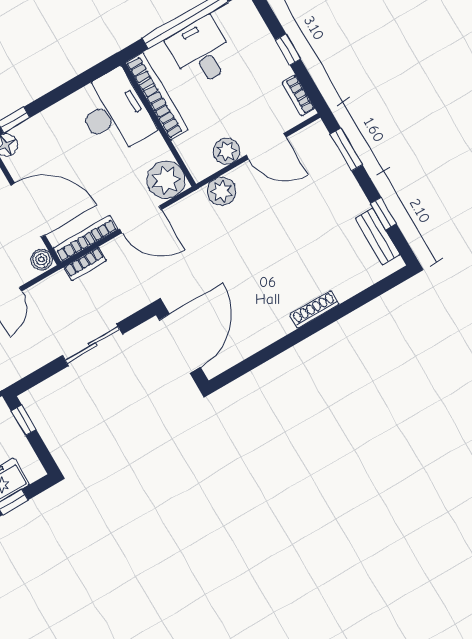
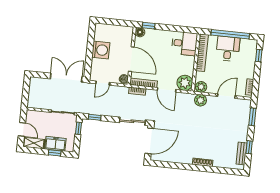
window: (288, 49) -> (259, 56), moved
desk: (114, 112) -> (184, 43), width x0.73
door: (266, 146) -> (226, 96), swing flipped
plant: (226, 151) -> (201, 87), moved
sliding door: (92, 345) -> (132, 121), moved
window: (39, 376) -> (95, 117), added

